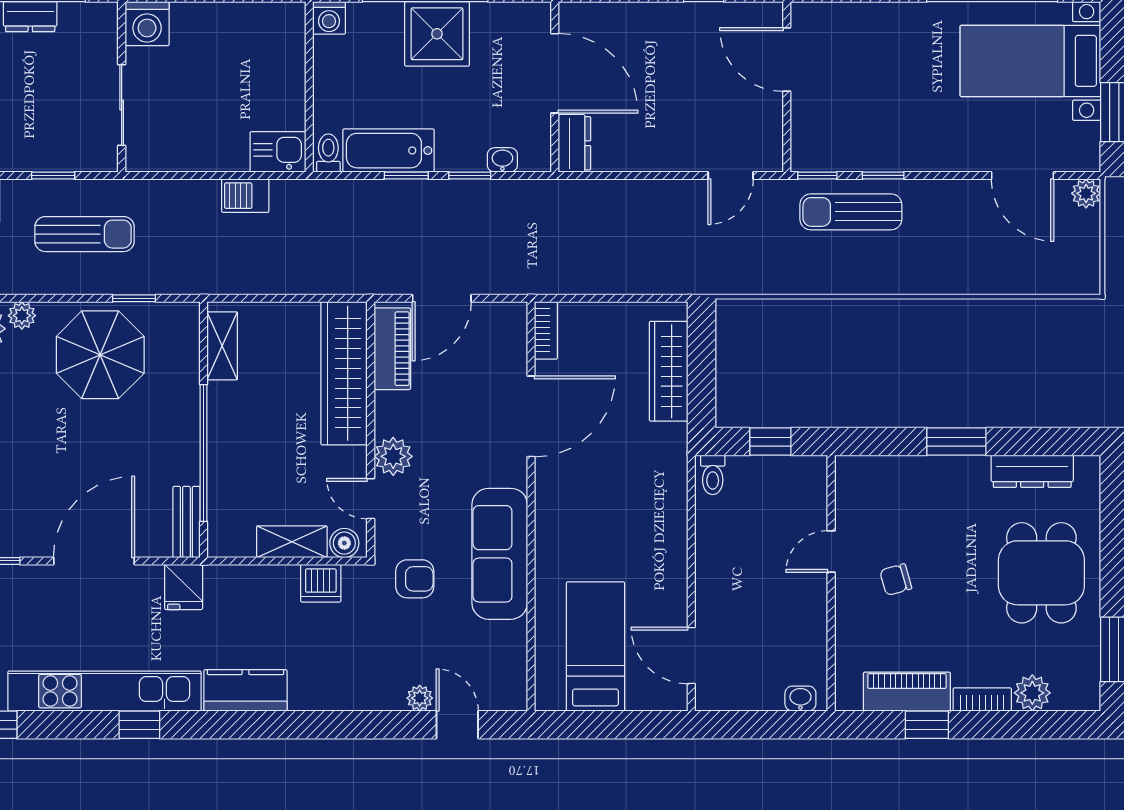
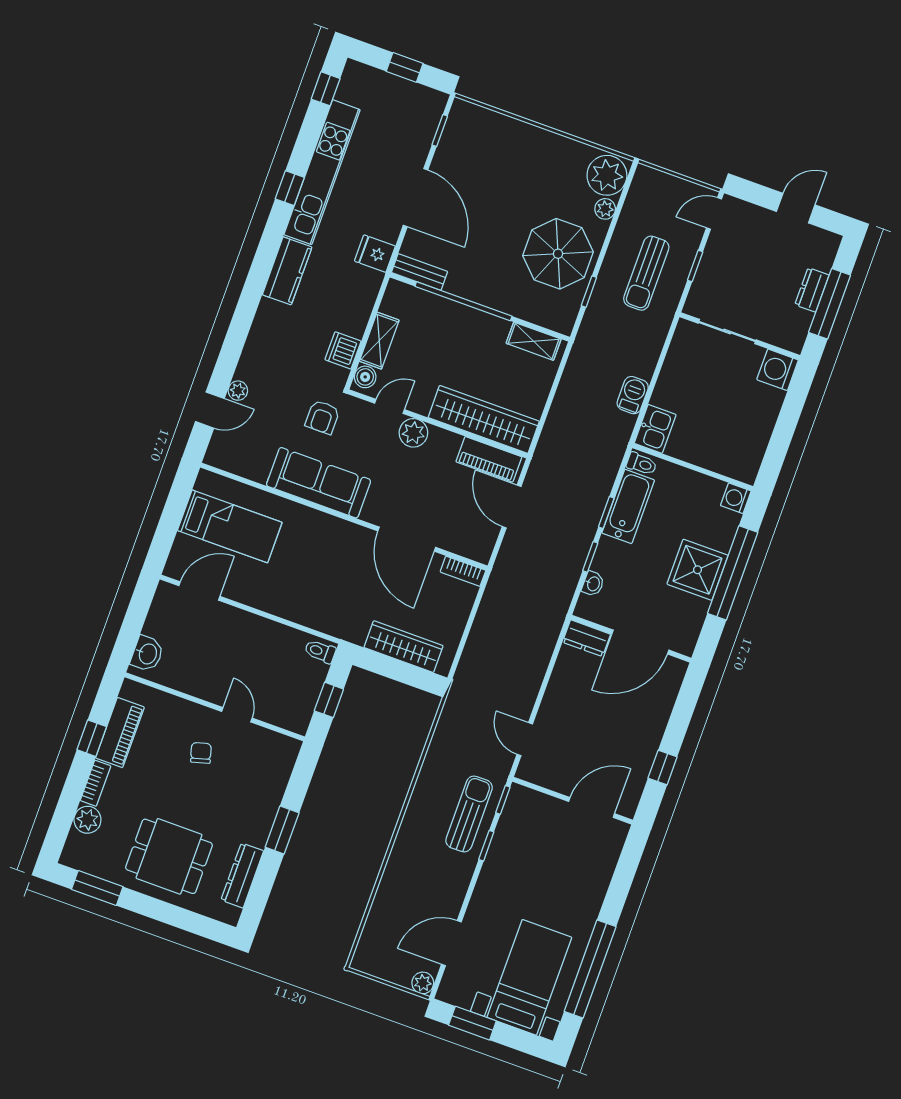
washbasin: (800, 699) -> (147, 654), width x1.38, depth x1.45

